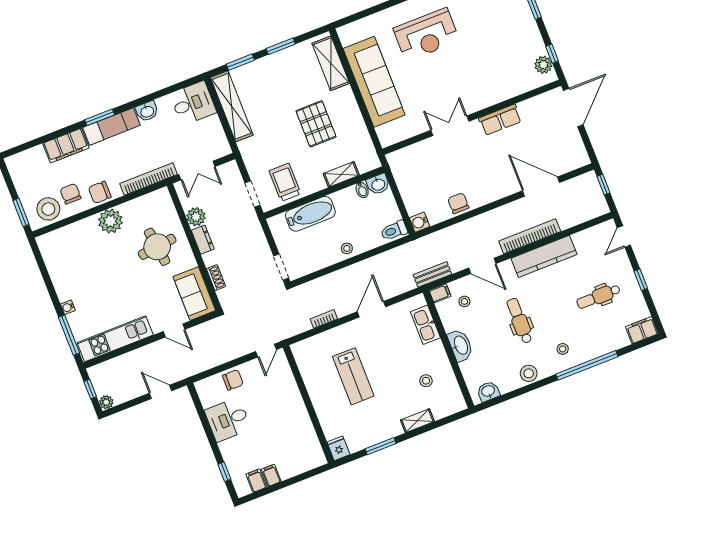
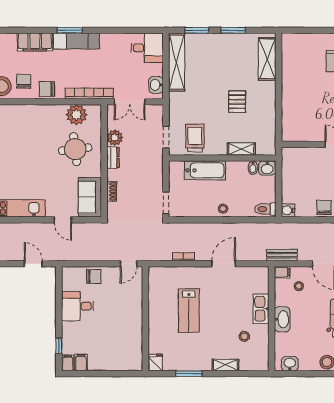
sofa: (374, 82) -> (295, 87), removed
washbasin: (147, 111) -> (156, 85), moved, turned 90
pallet: (316, 124) -> (237, 102), width x0.67, depth x0.71
plant: (110, 221) -> (76, 115), moved
kitchen sink: (425, 325) -> (261, 309), moved
filing cabinet: (271, 475) -> (68, 363), moved

